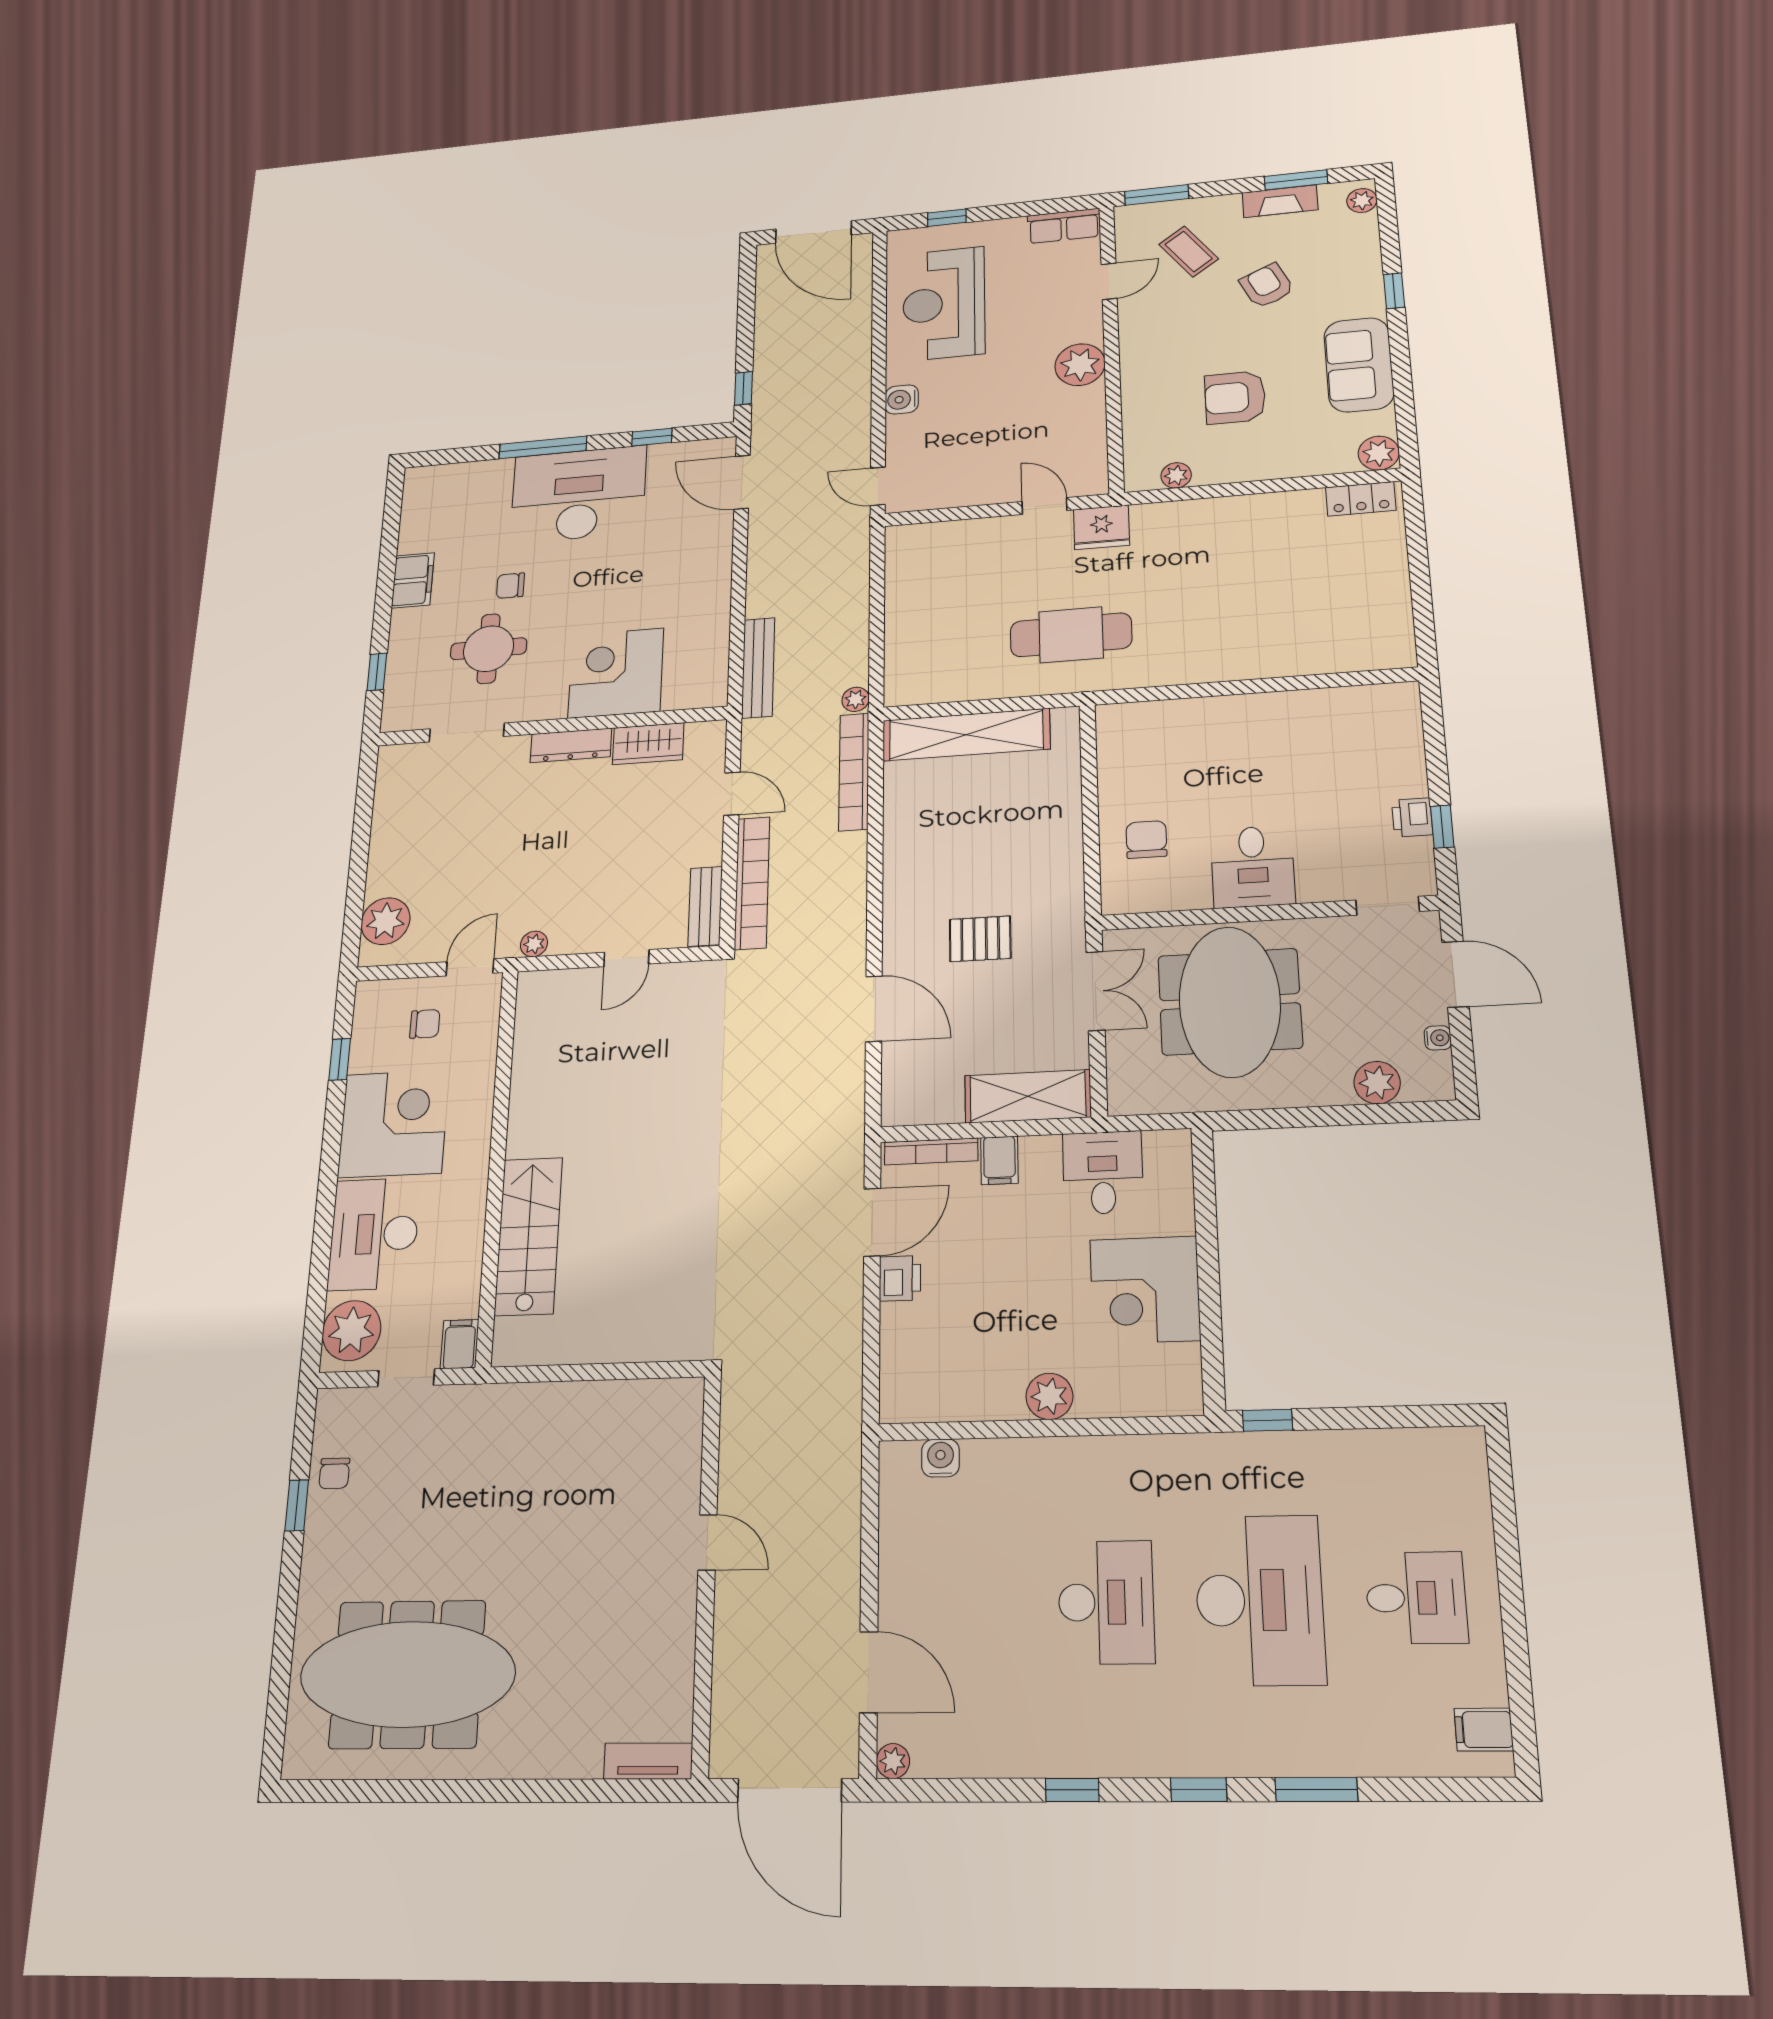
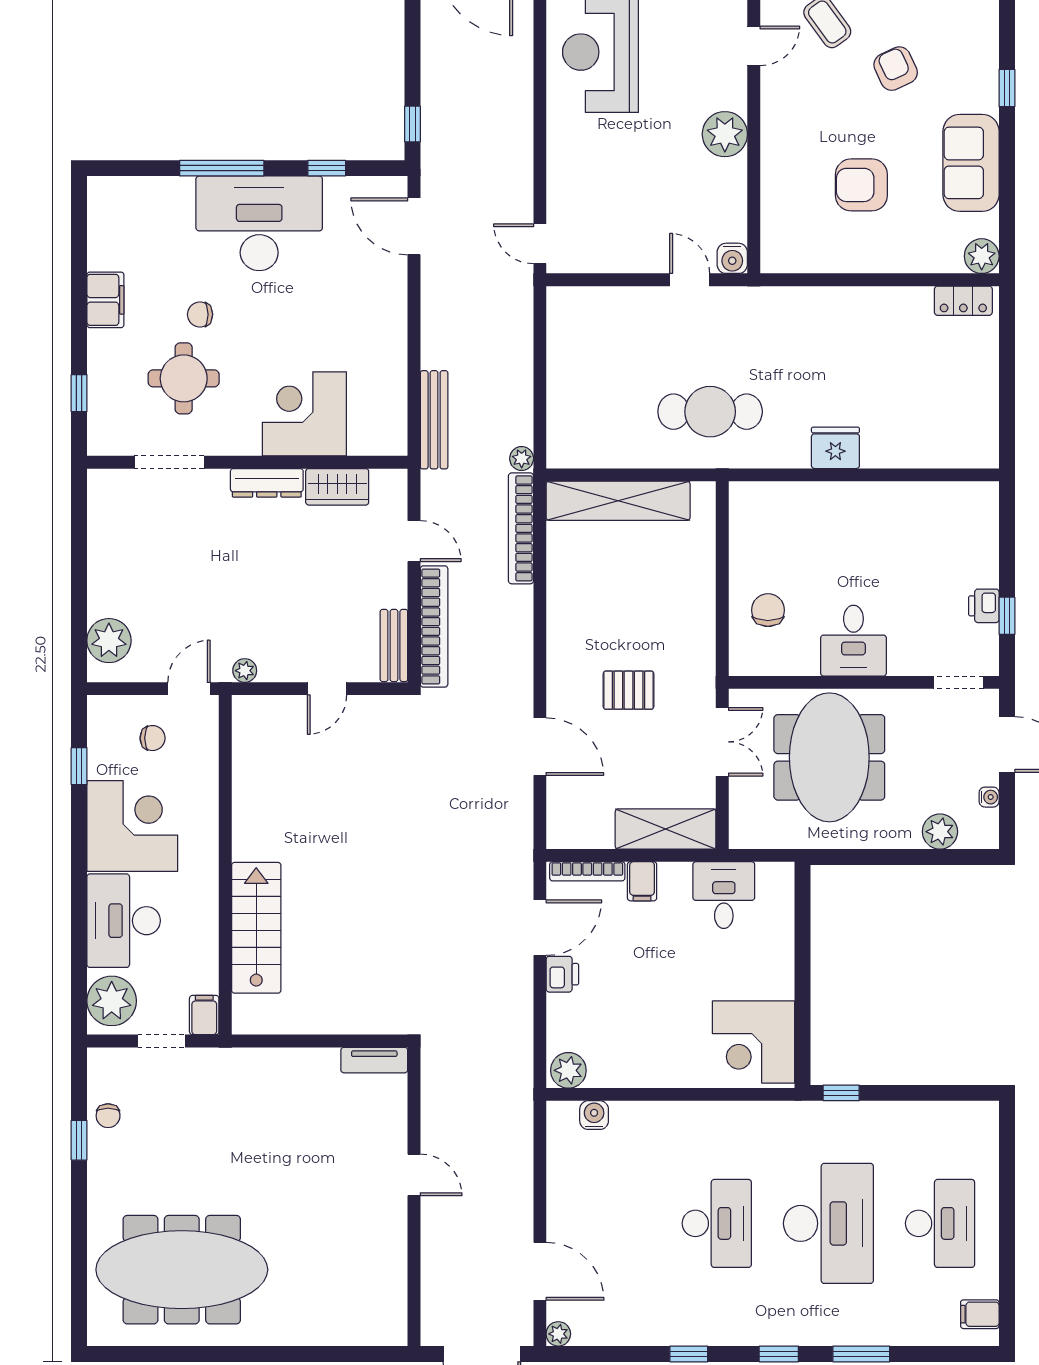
water cooler: (902, 399) -> (732, 258), moved, turned -90
plant: (1176, 475) -> (806, 260), removed
fridge: (1102, 527) -> (835, 448), moved, turned 180
corner desk: (1145, 1290) -> (754, 1042), moved
plant: (1049, 1396) -> (568, 1070), moved
desk: (1416, 1598) -> (940, 1223), width x1.37
tv unit: (648, 1761) -> (374, 1060), moved, turned 180

